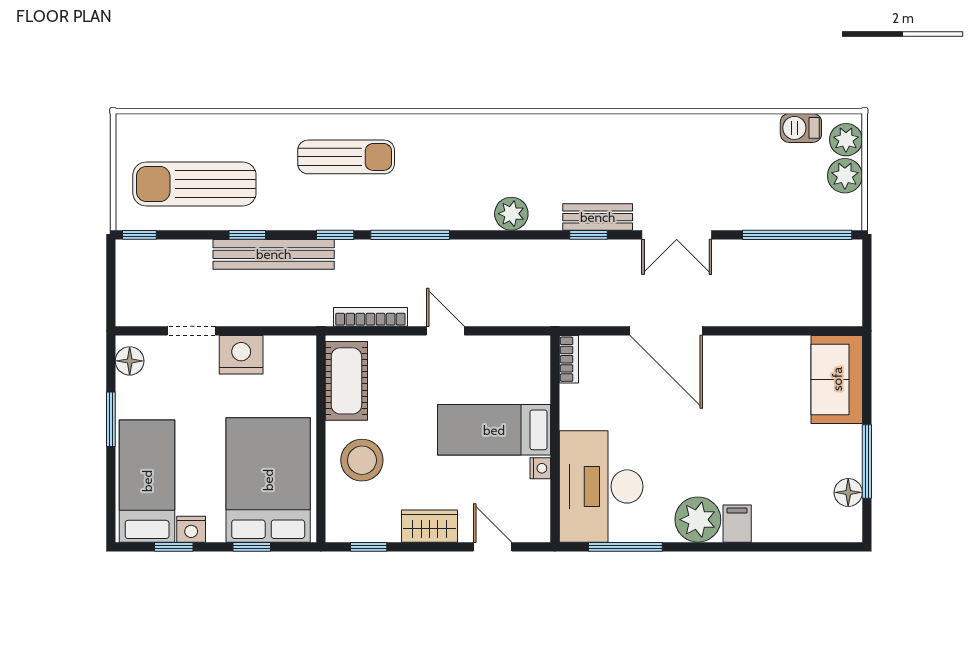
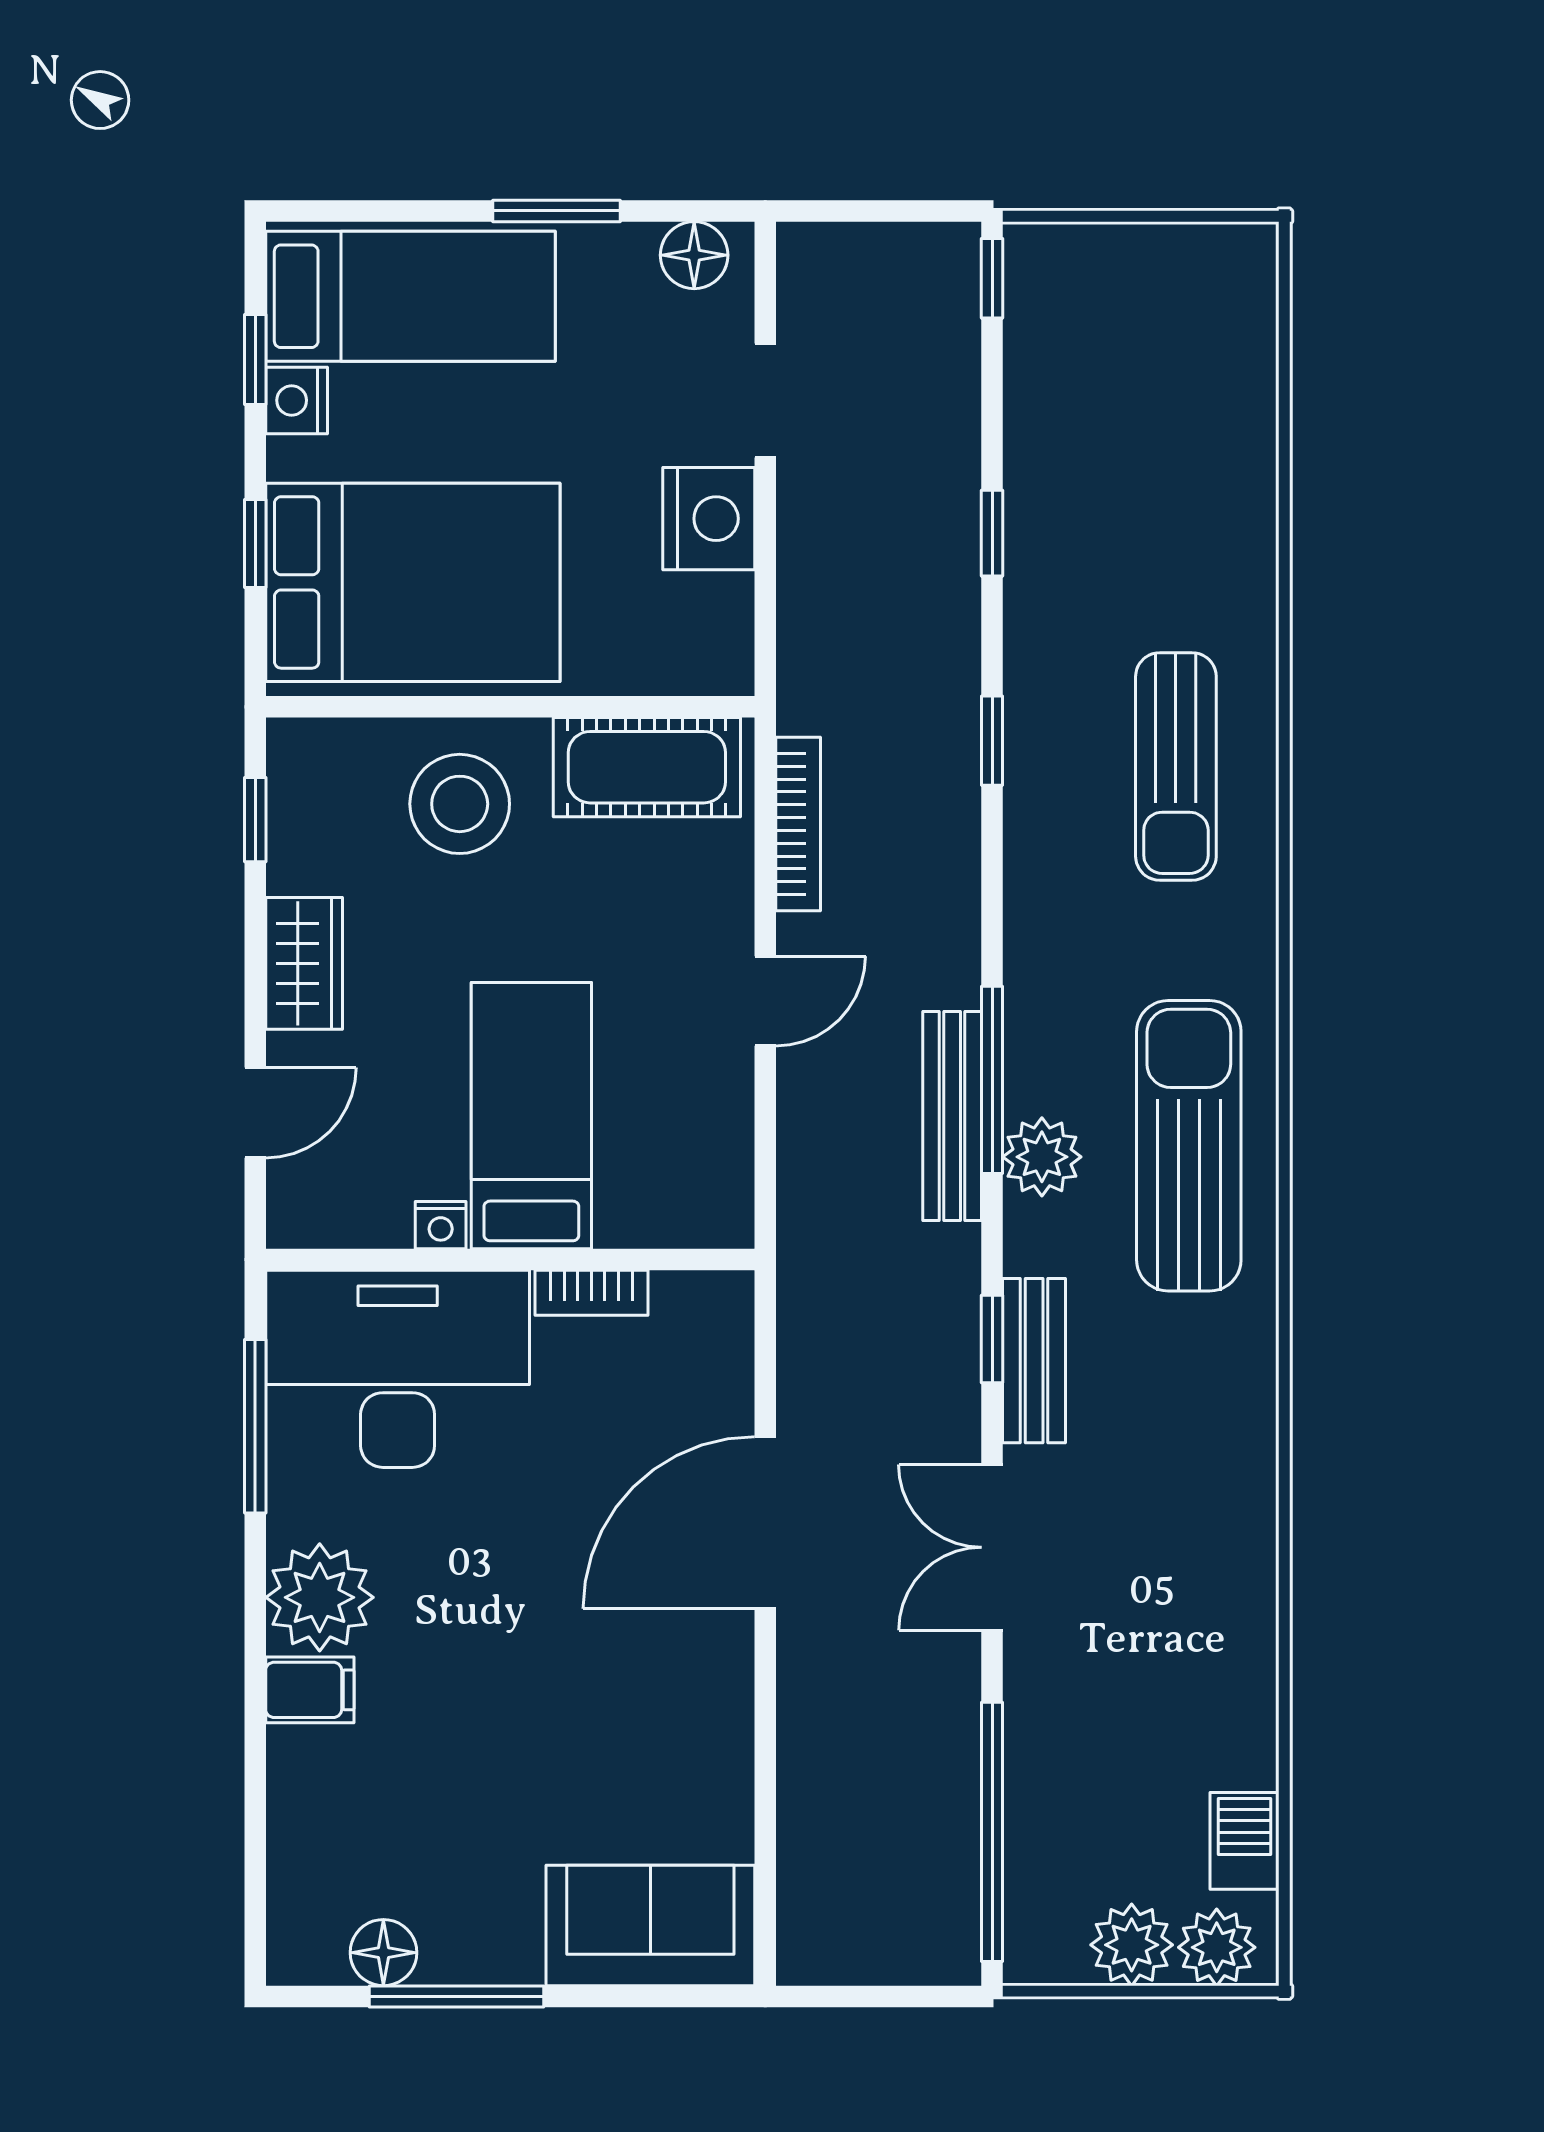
sun lounger: (194, 184) -> (1189, 1146), moved
window: (410, 235) -> (992, 1080), moved
bench: (274, 254) -> (952, 1116), moved, width x0.73, depth x0.82
bookcase: (569, 359) -> (591, 1293), moved

